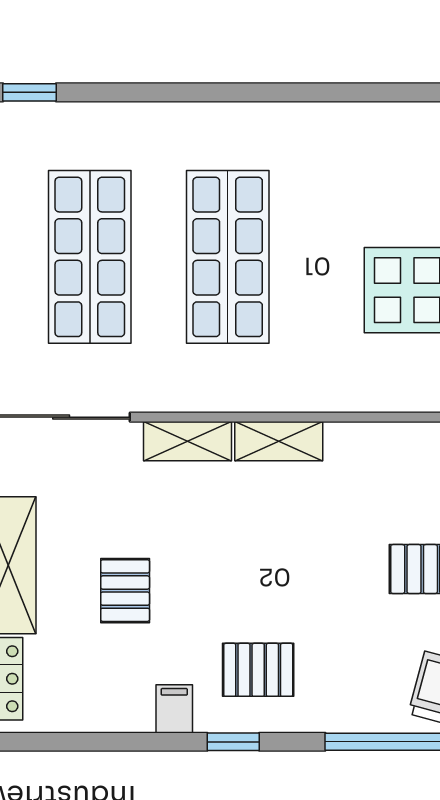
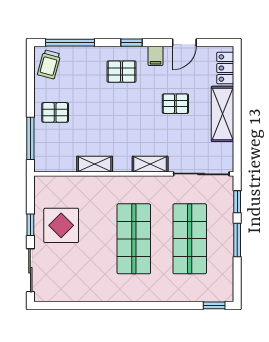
shelving: (279, 441) -> (95, 164), moved
pallet: (125, 591) -> (175, 104), turned 90
door: (103, 742) -> (184, 43), added

